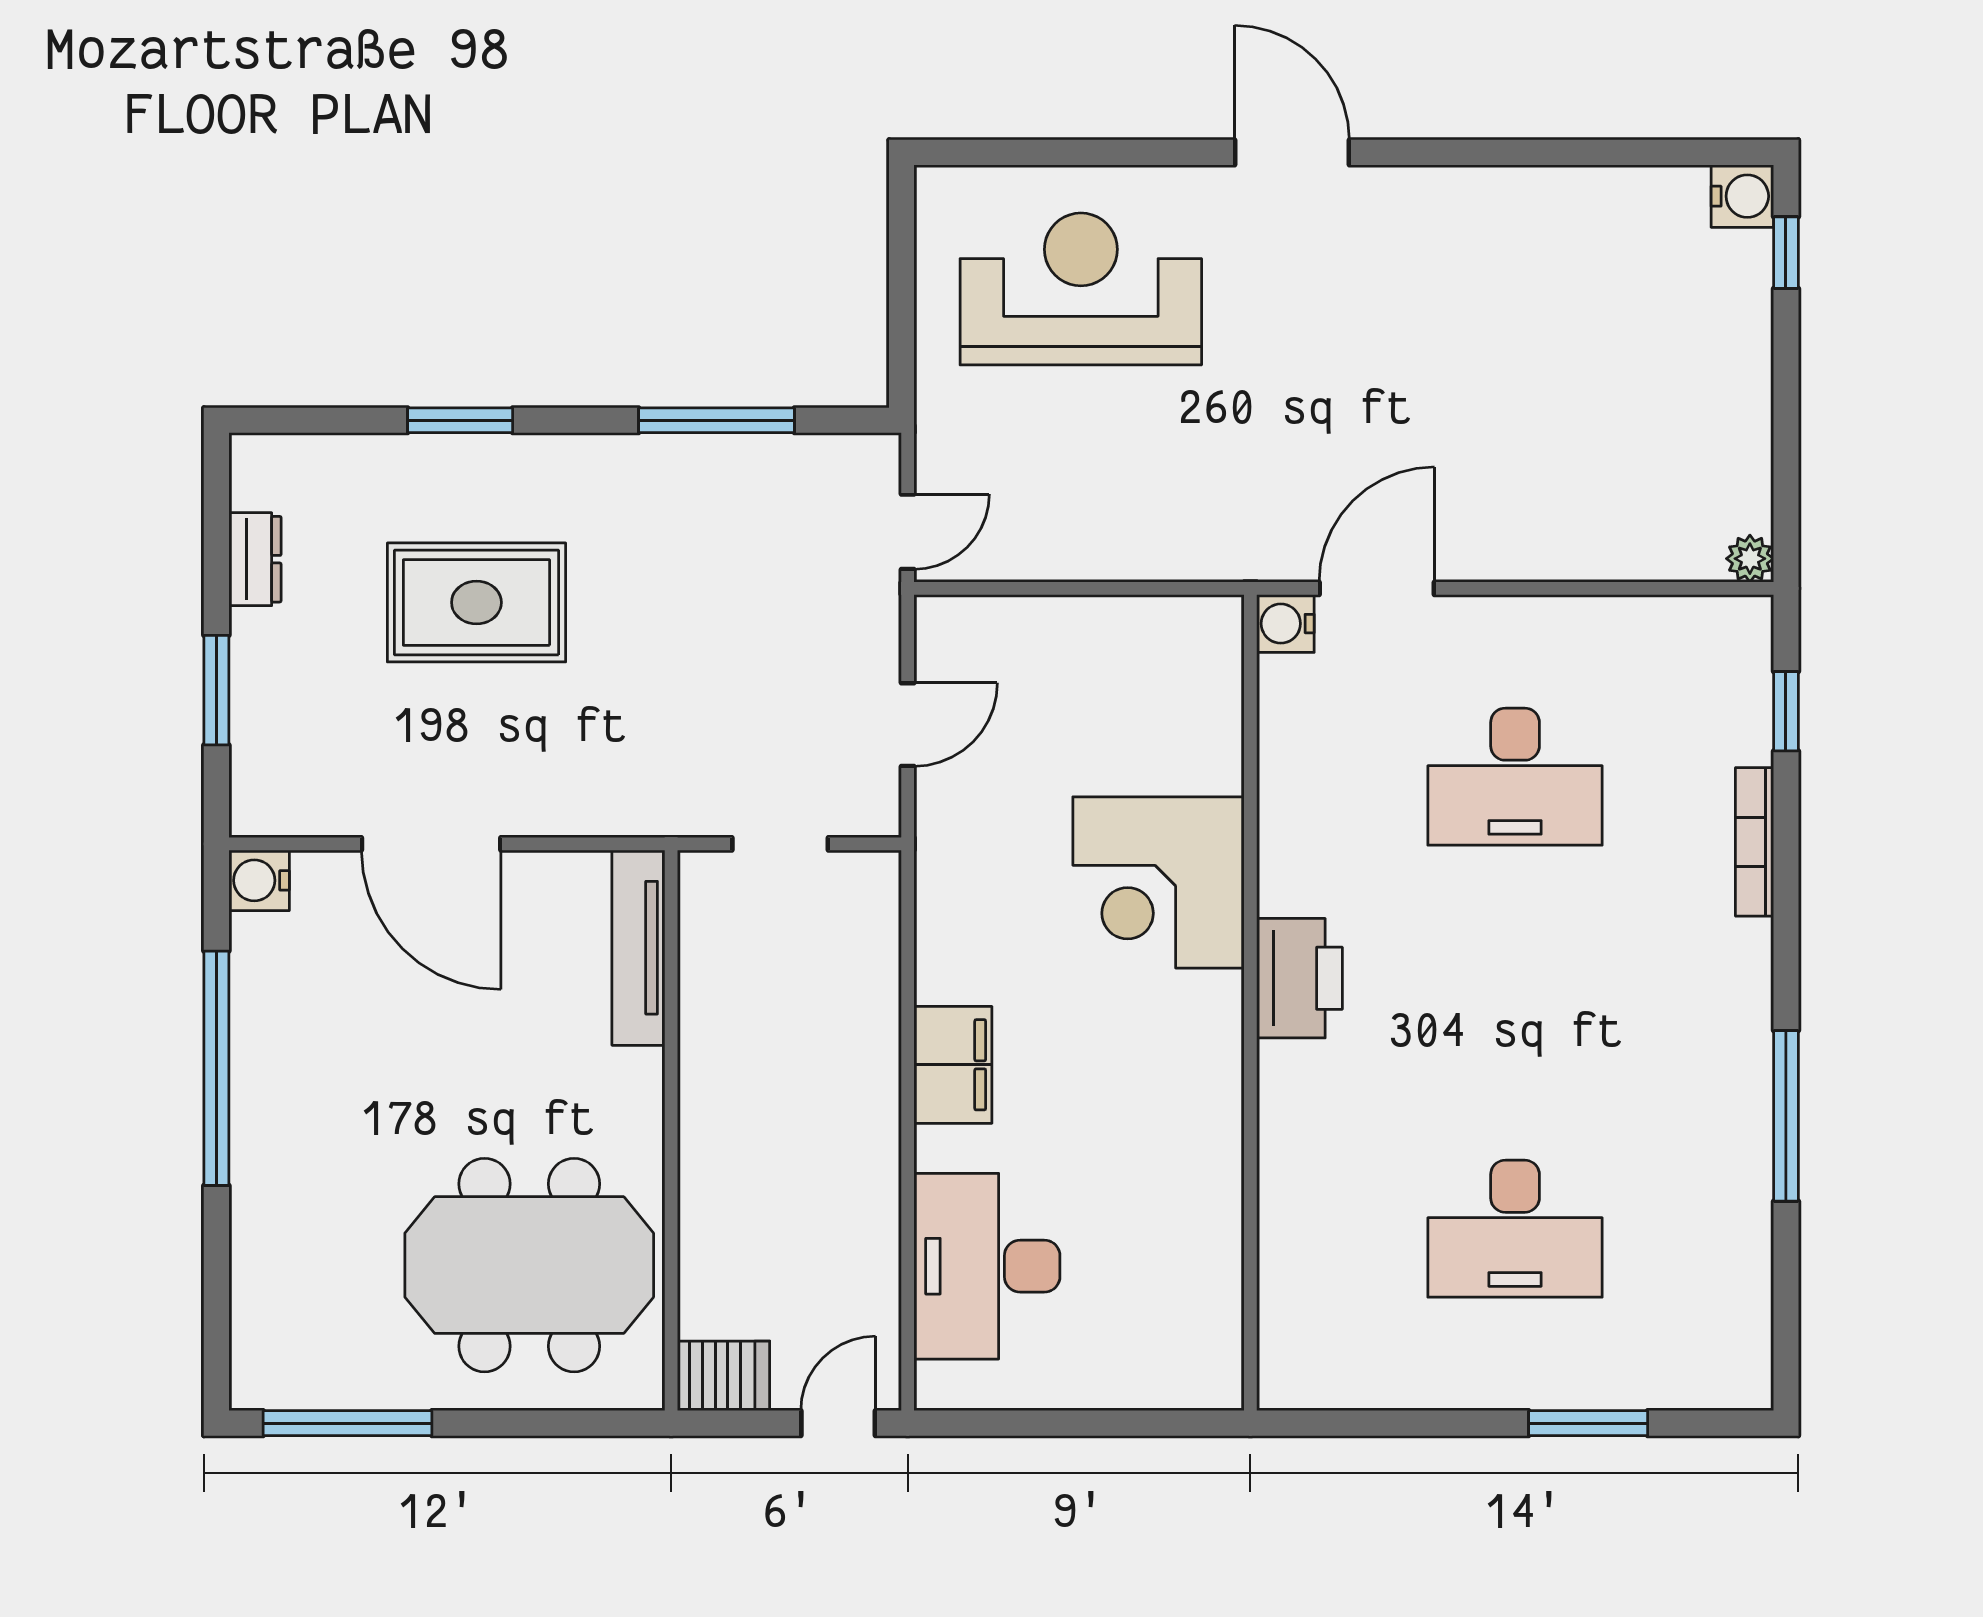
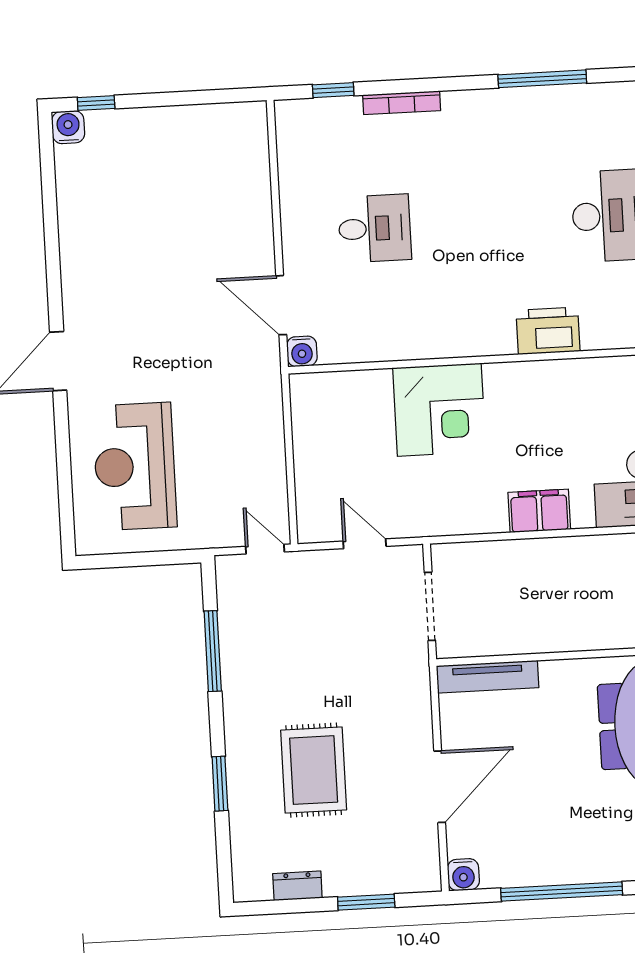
plant: (1750, 559) -> (255, 113), removed
desk: (1515, 777) -> (375, 228), width x0.73
doorway: (780, 844) -> (430, 606), width x1.38
printer: (1299, 978) -> (548, 331), moved

